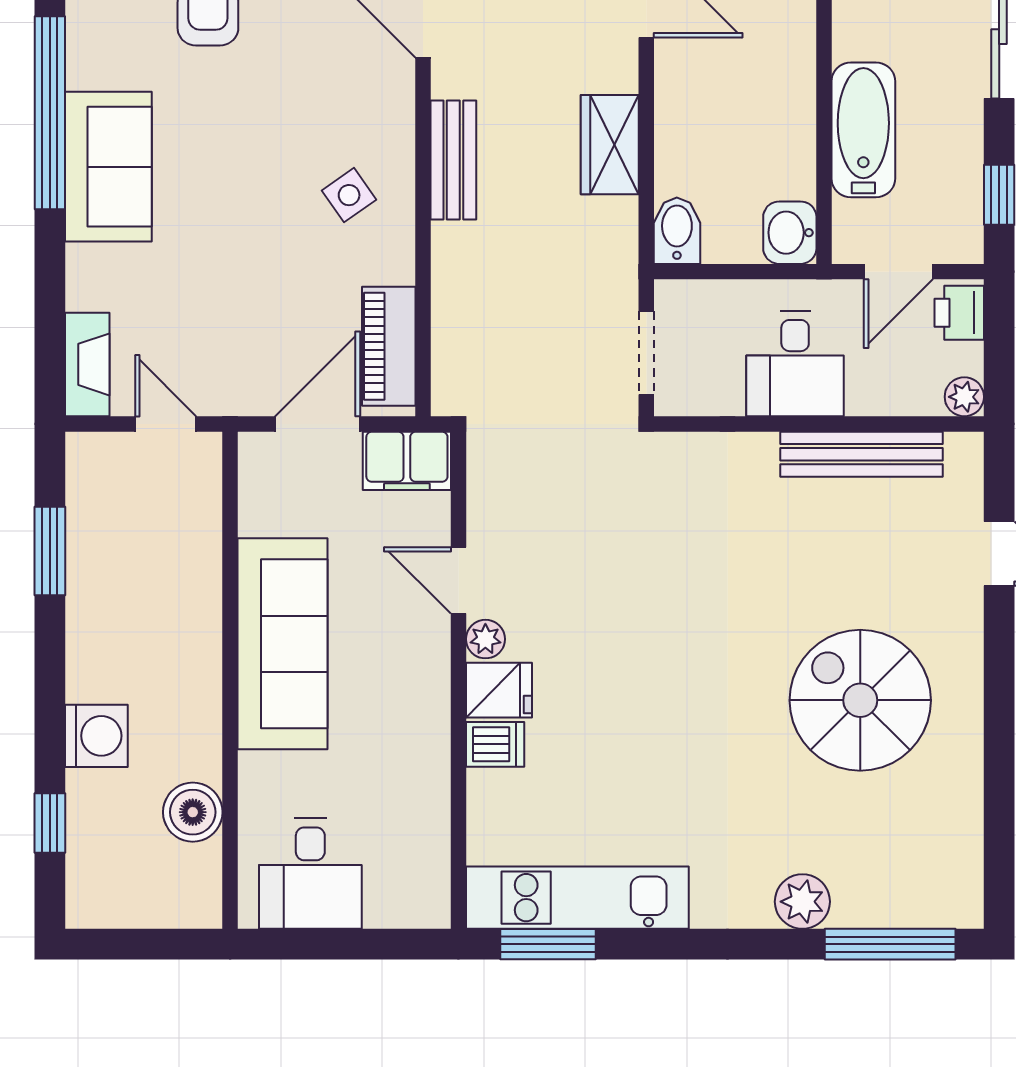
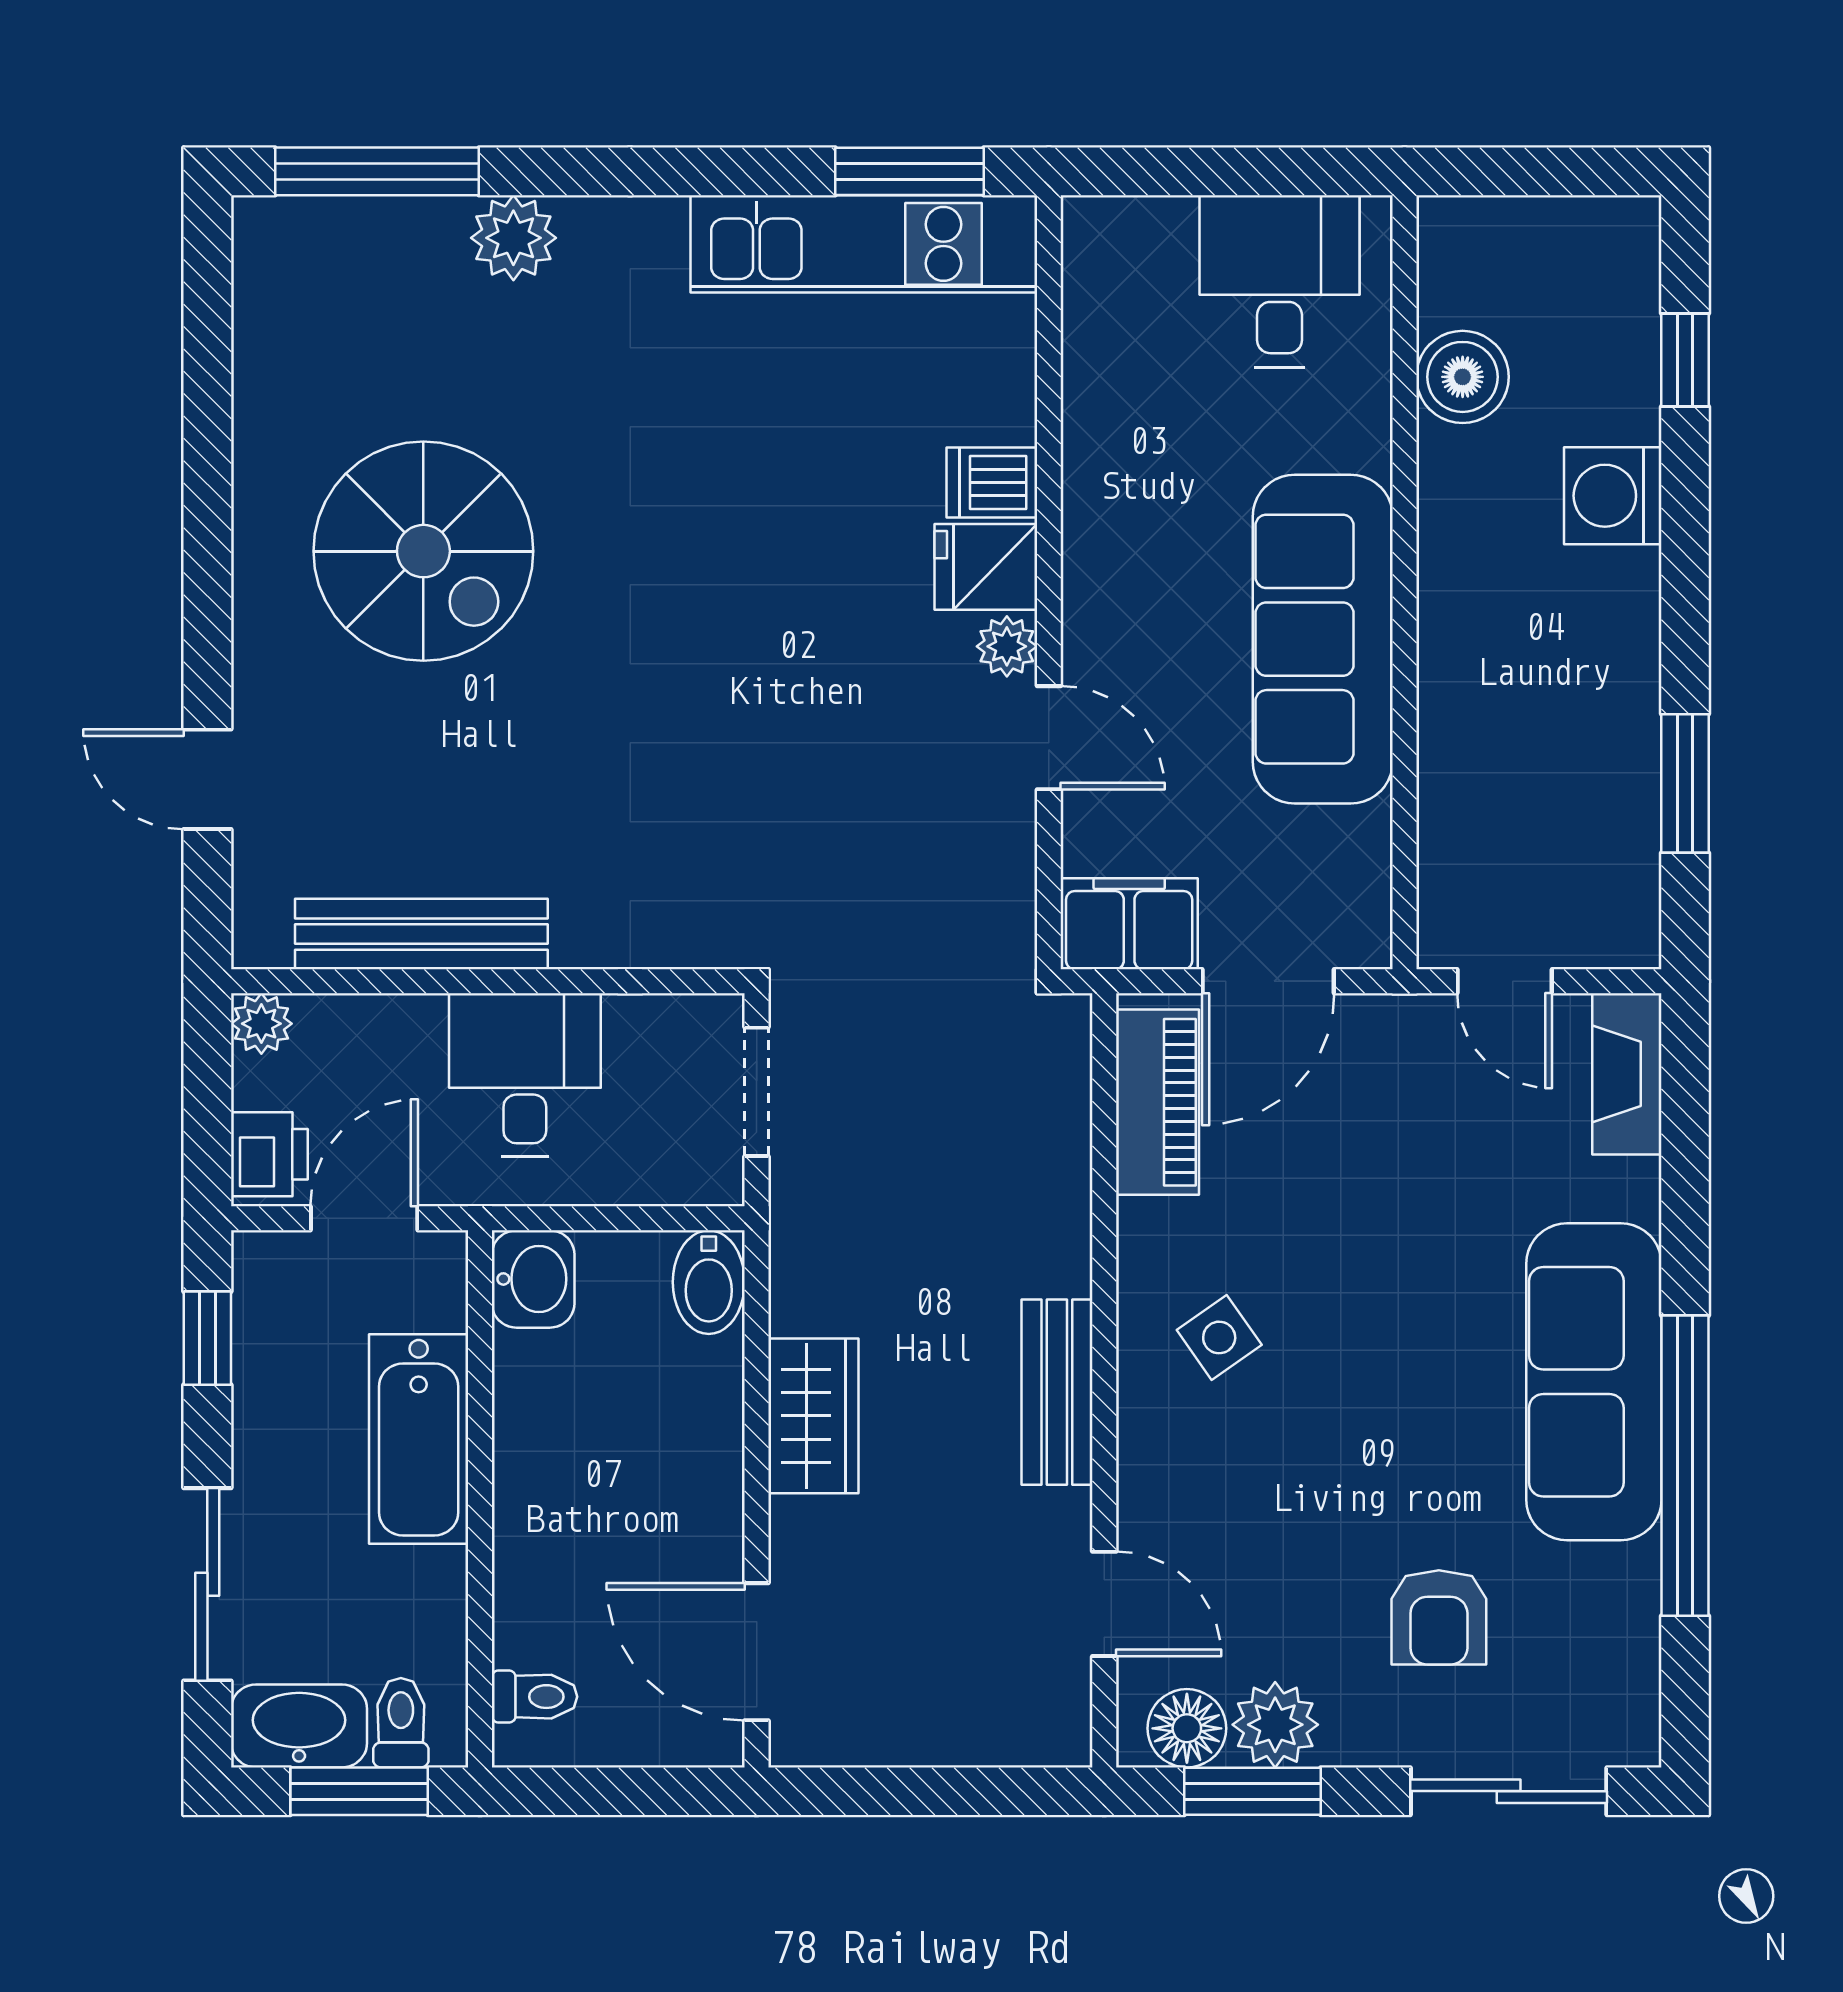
sofa: (108, 167) -> (1594, 1382), width x1.36

